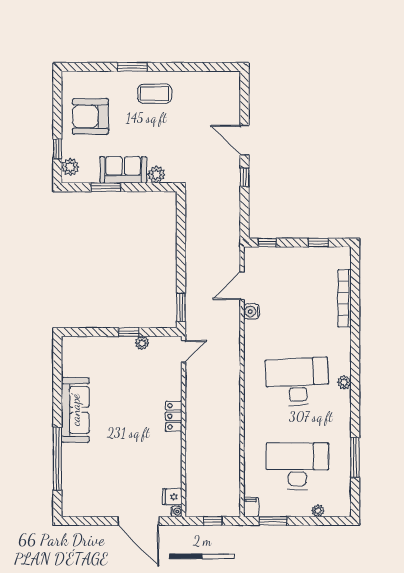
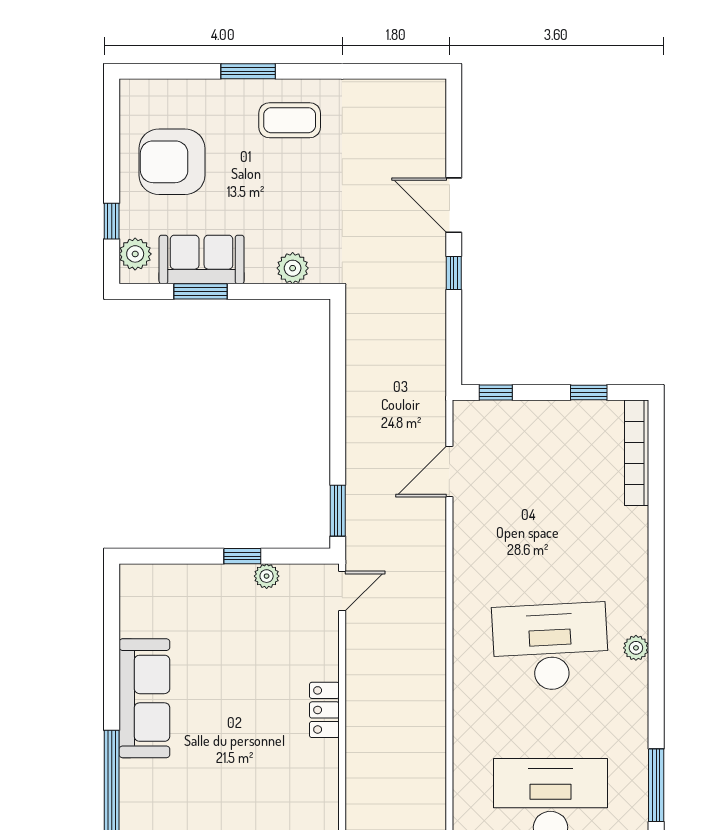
sofa: (123, 170) -> (202, 259), moved
bookcase: (344, 298) -> (637, 453), moved
water cooler: (251, 311) -> (467, 518), removed

